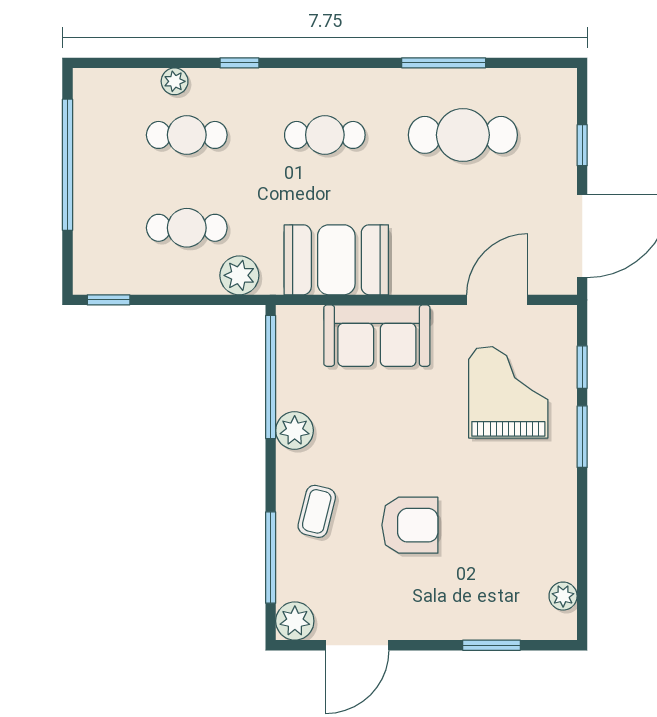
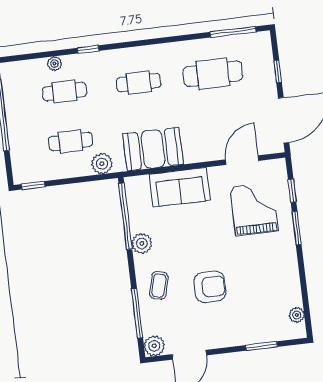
window: (444, 63) -> (233, 32), moved

